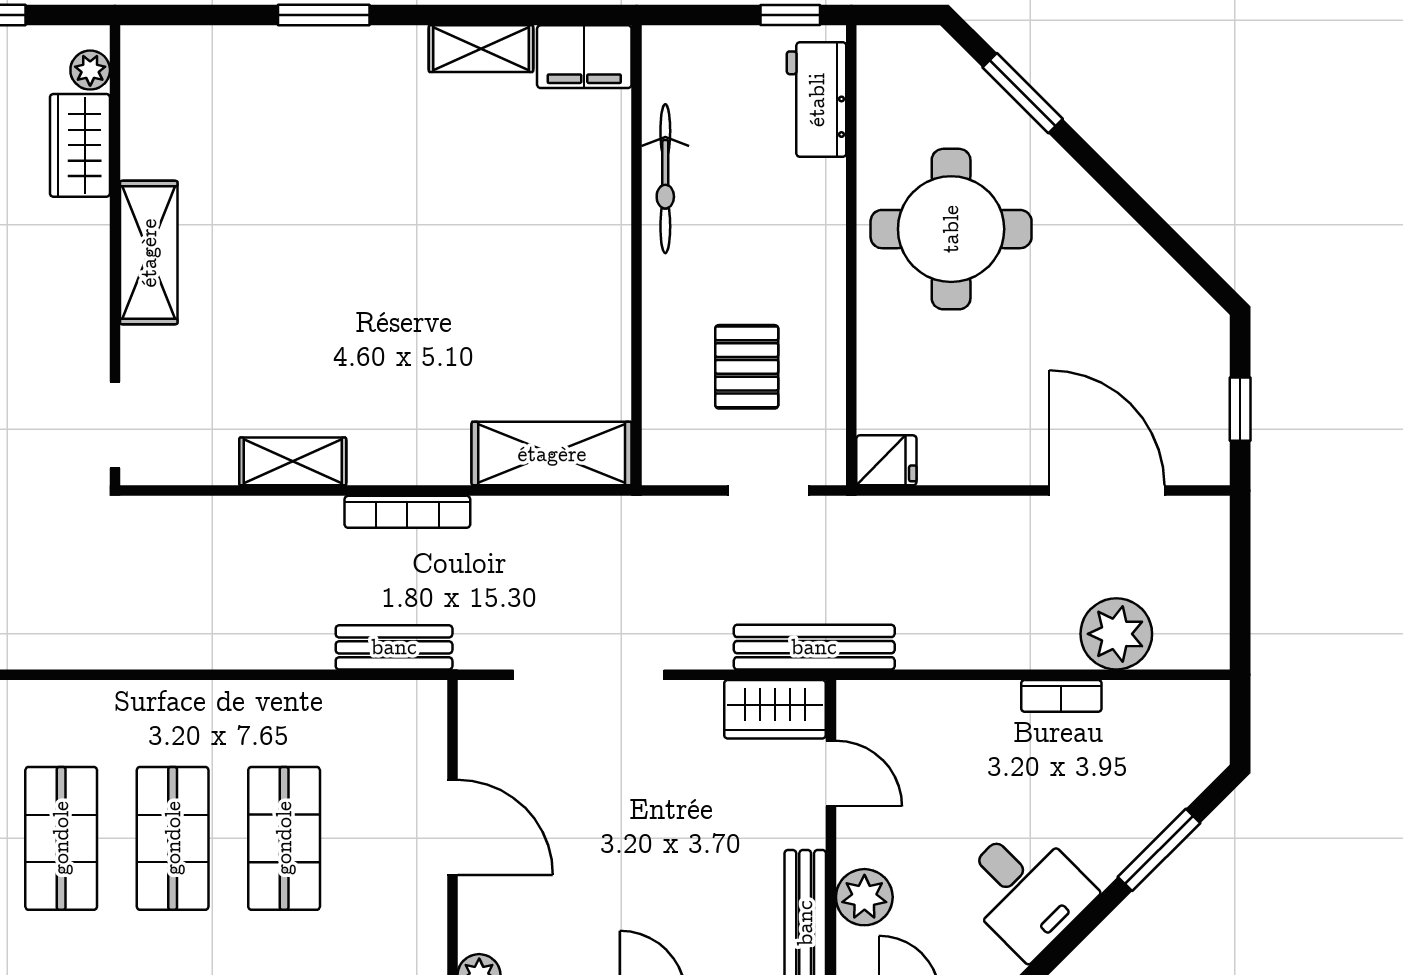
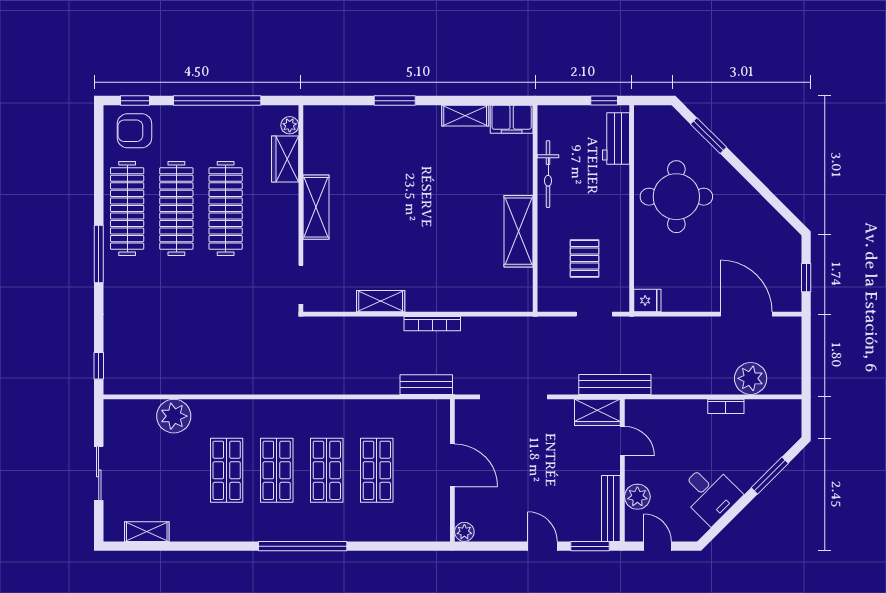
shelving: (552, 454) -> (518, 231), moved, turned 90

